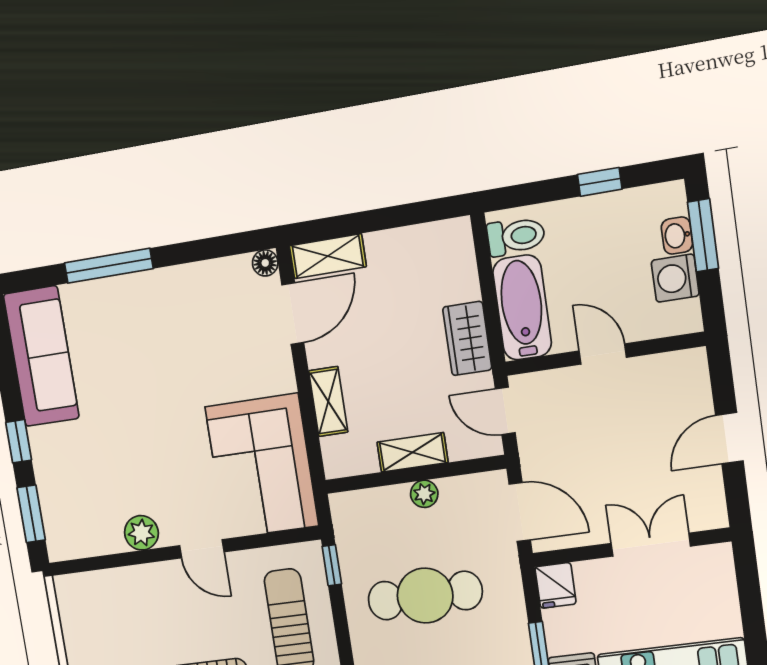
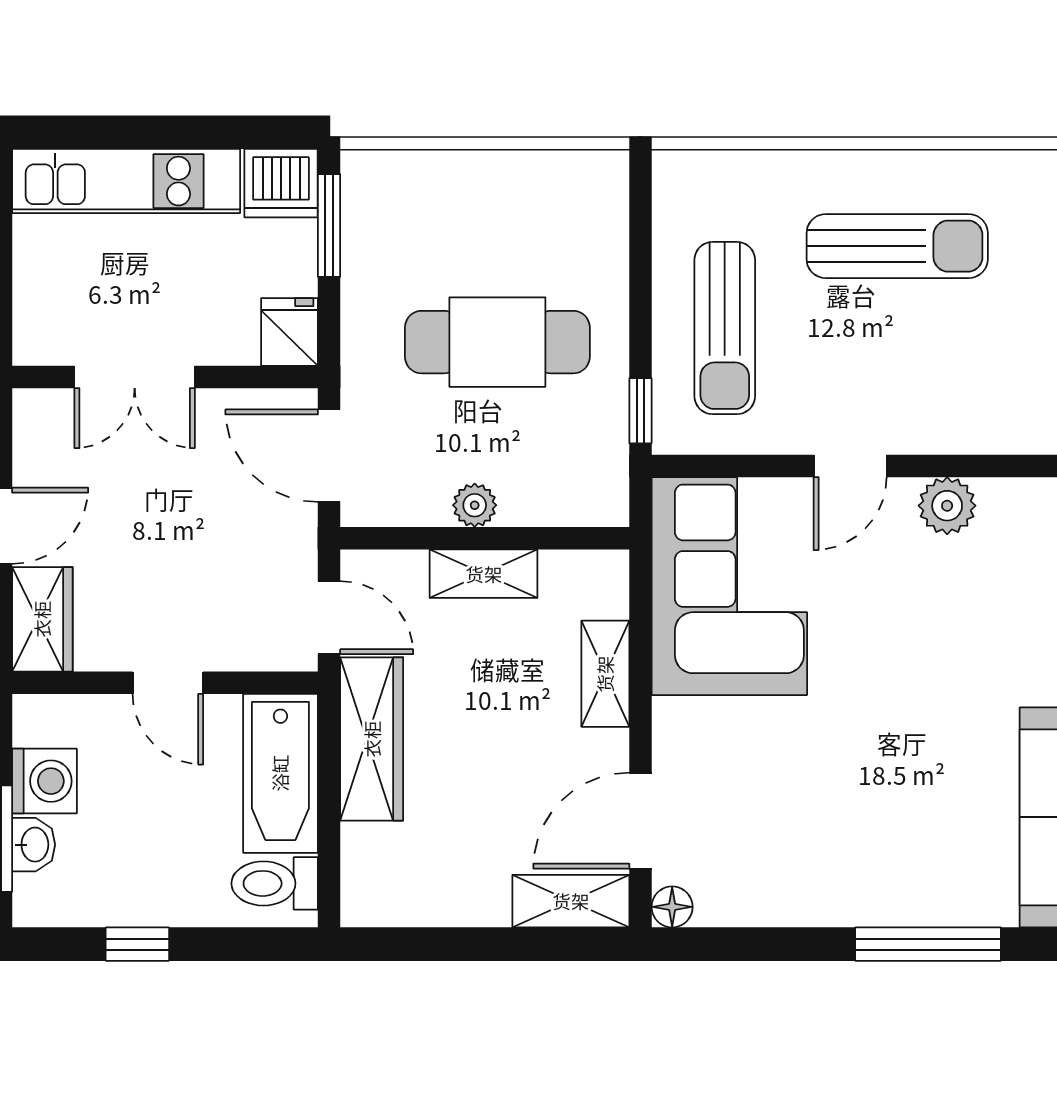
wardrobe: (467, 338) -> (372, 739), width x1.50
wardrobe: (690, 383) -> (42, 619), added
door: (202, 549) -> (850, 466), swing flipped

